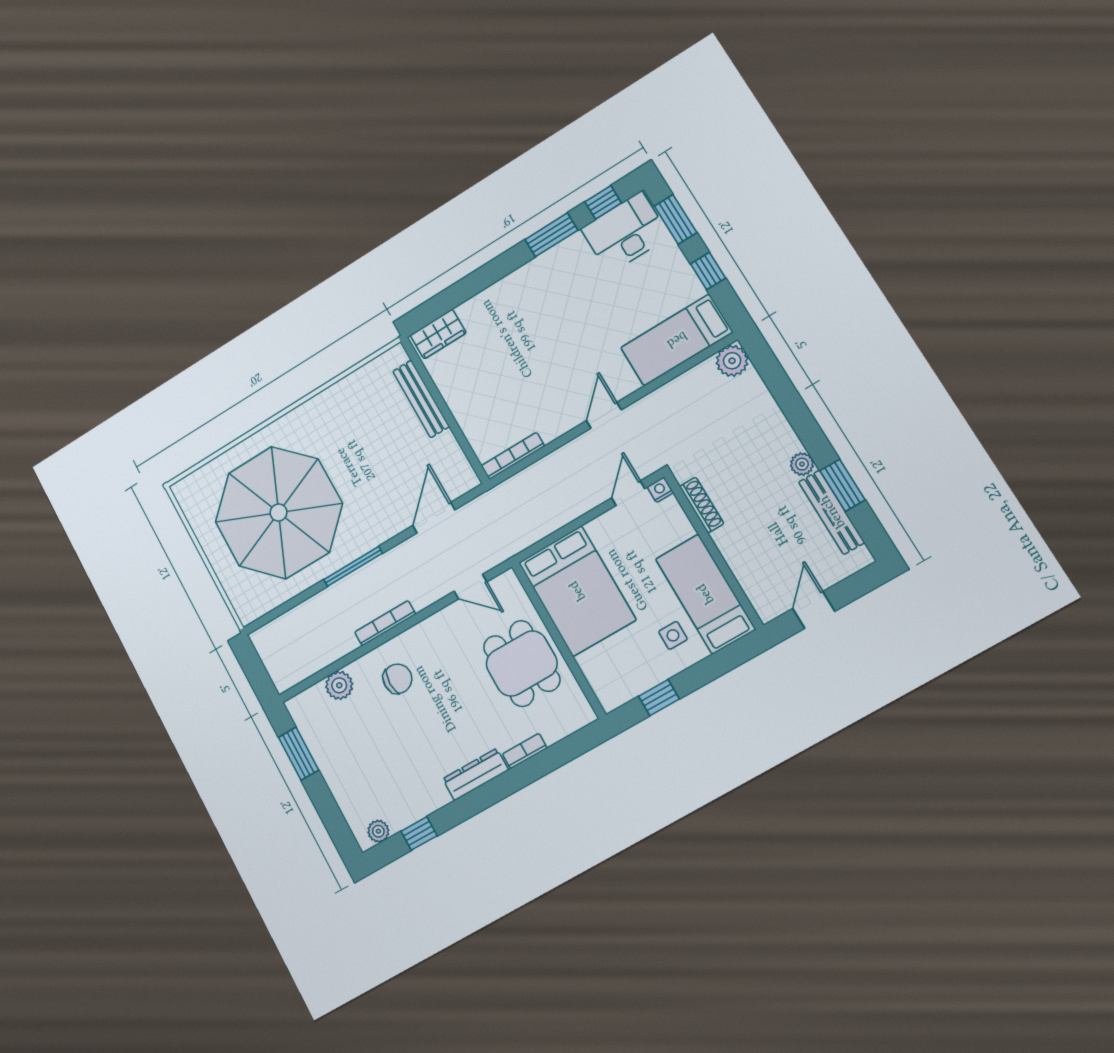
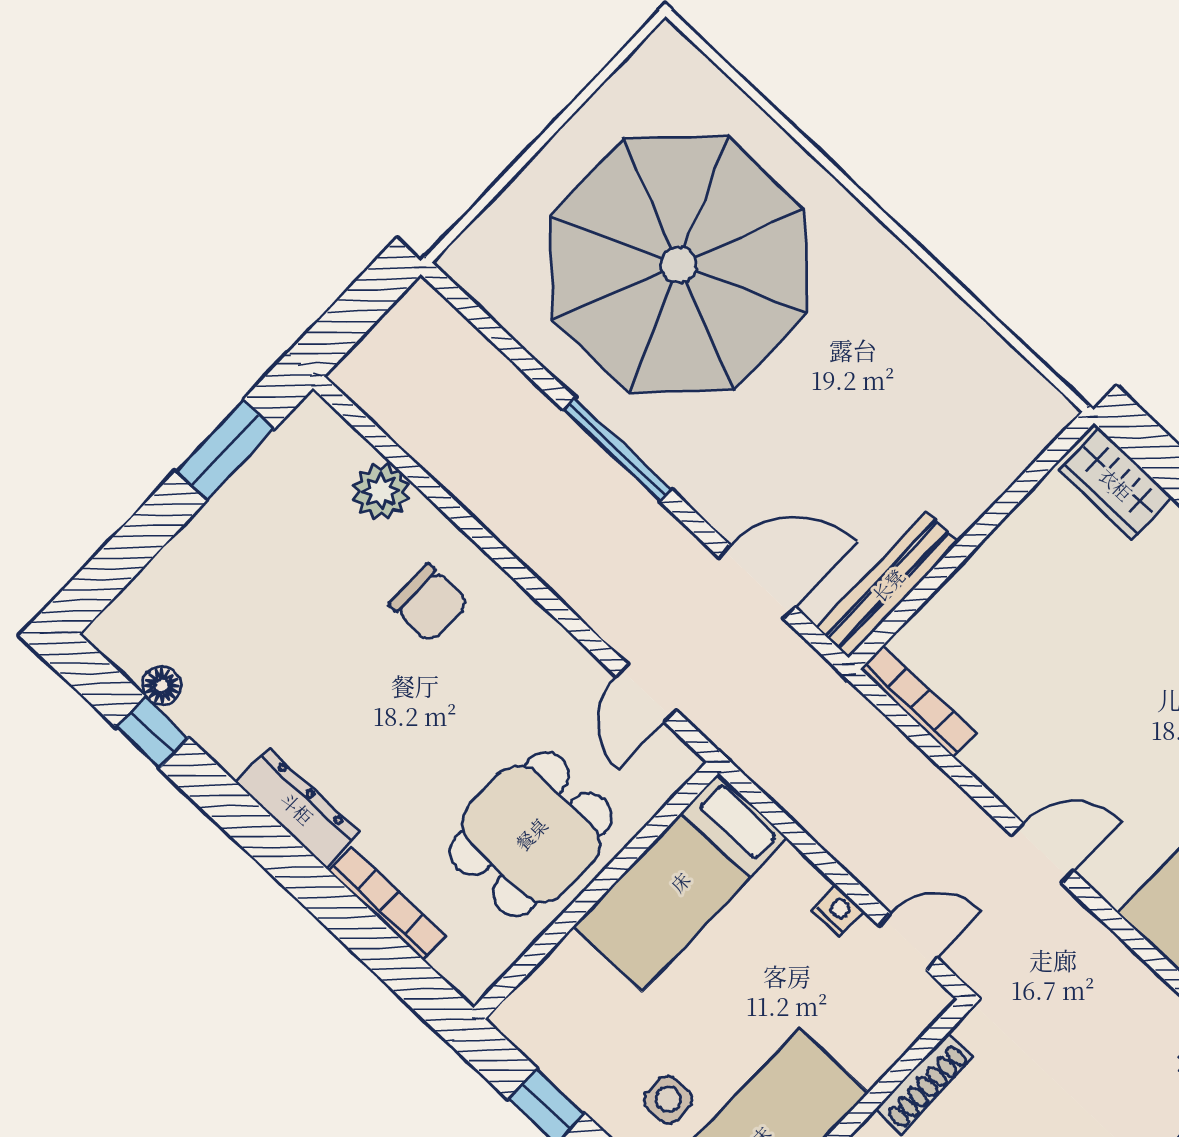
bench: (421, 399) -> (888, 585), moved
nightstand: (660, 490) -> (838, 911), moved
bed: (577, 591) -> (680, 882), width x0.67
bookcase: (385, 623) -> (527, 547), removed
bookcase: (525, 751) -> (387, 904), width x1.56
floor lamp: (398, 821) -> (162, 686), added
plant: (378, 831) -> (130, 653), removed

